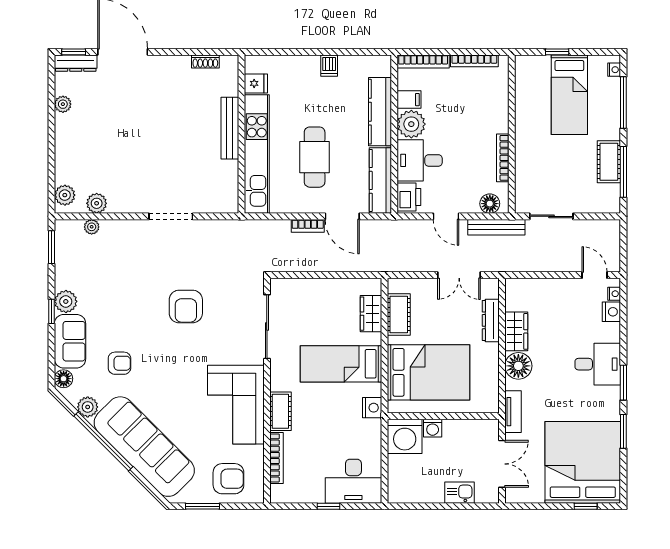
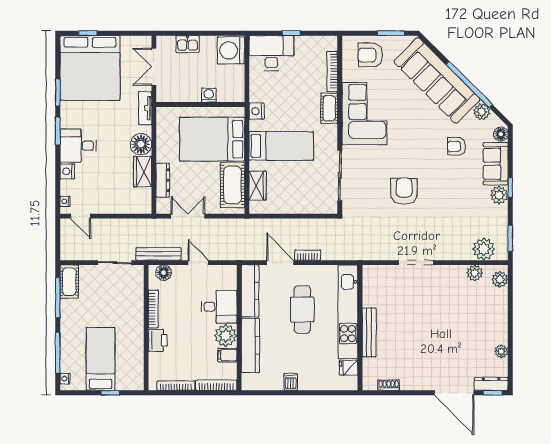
cot: (609, 162) -> (69, 282), moved
printer: (409, 197) -> (158, 340), moved, turned 180
plant: (92, 227) -> (484, 249), width x1.88, depth x1.88
nightstand: (611, 312) -> (67, 171), moved
cot: (399, 314) -> (232, 185), width x1.37, depth x1.34
washing machine: (405, 436) -> (231, 50), moved, turned -90

